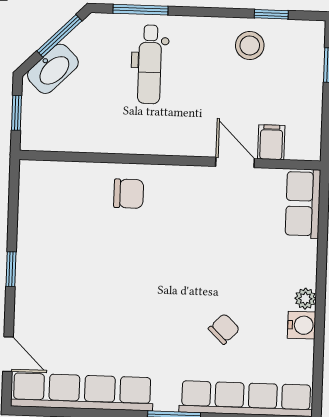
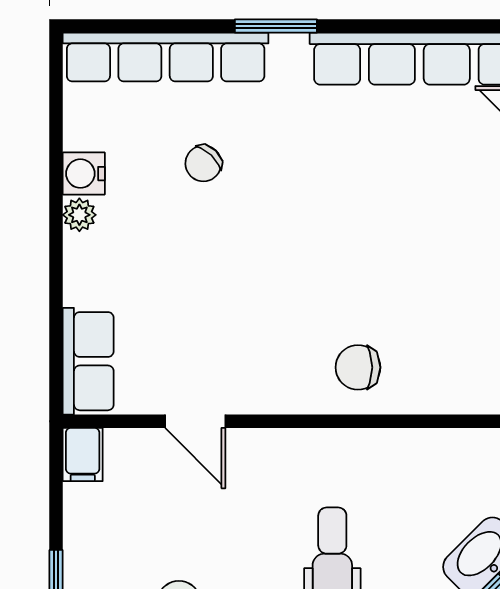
filing cabinet: (271, 142) -> (83, 454), moved

